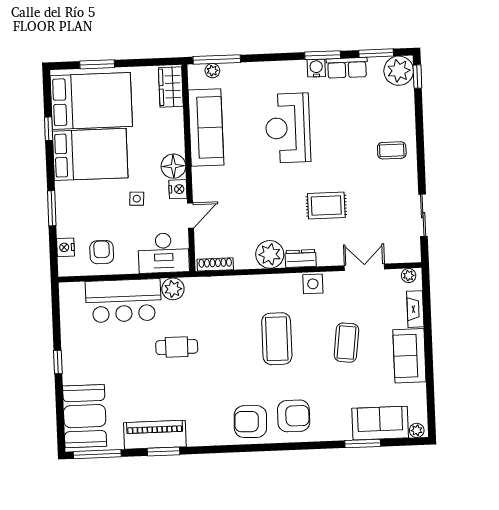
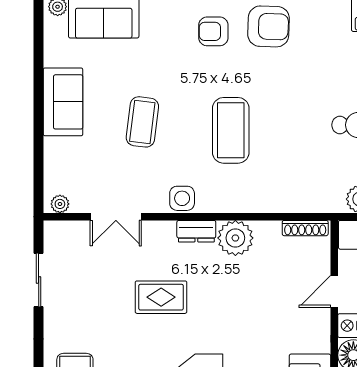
fireplace: (415, 309) -> (53, 161), removed
armchair: (294, 416) -> (213, 31), width x0.72, depth x0.72

